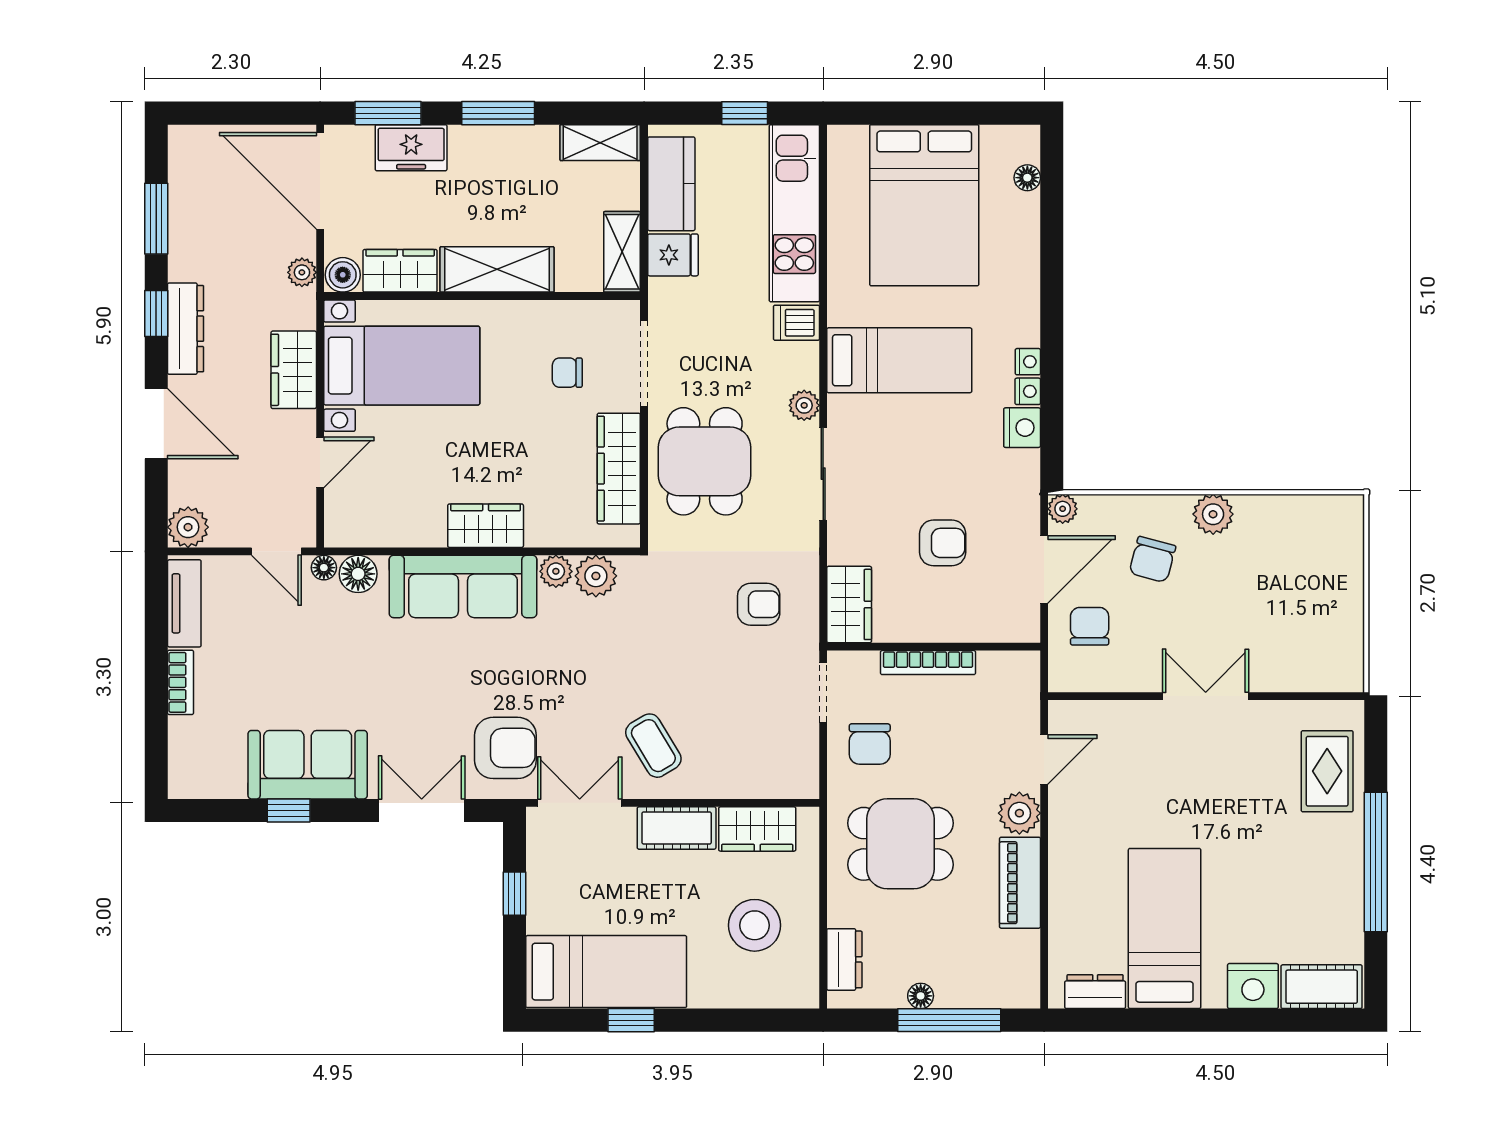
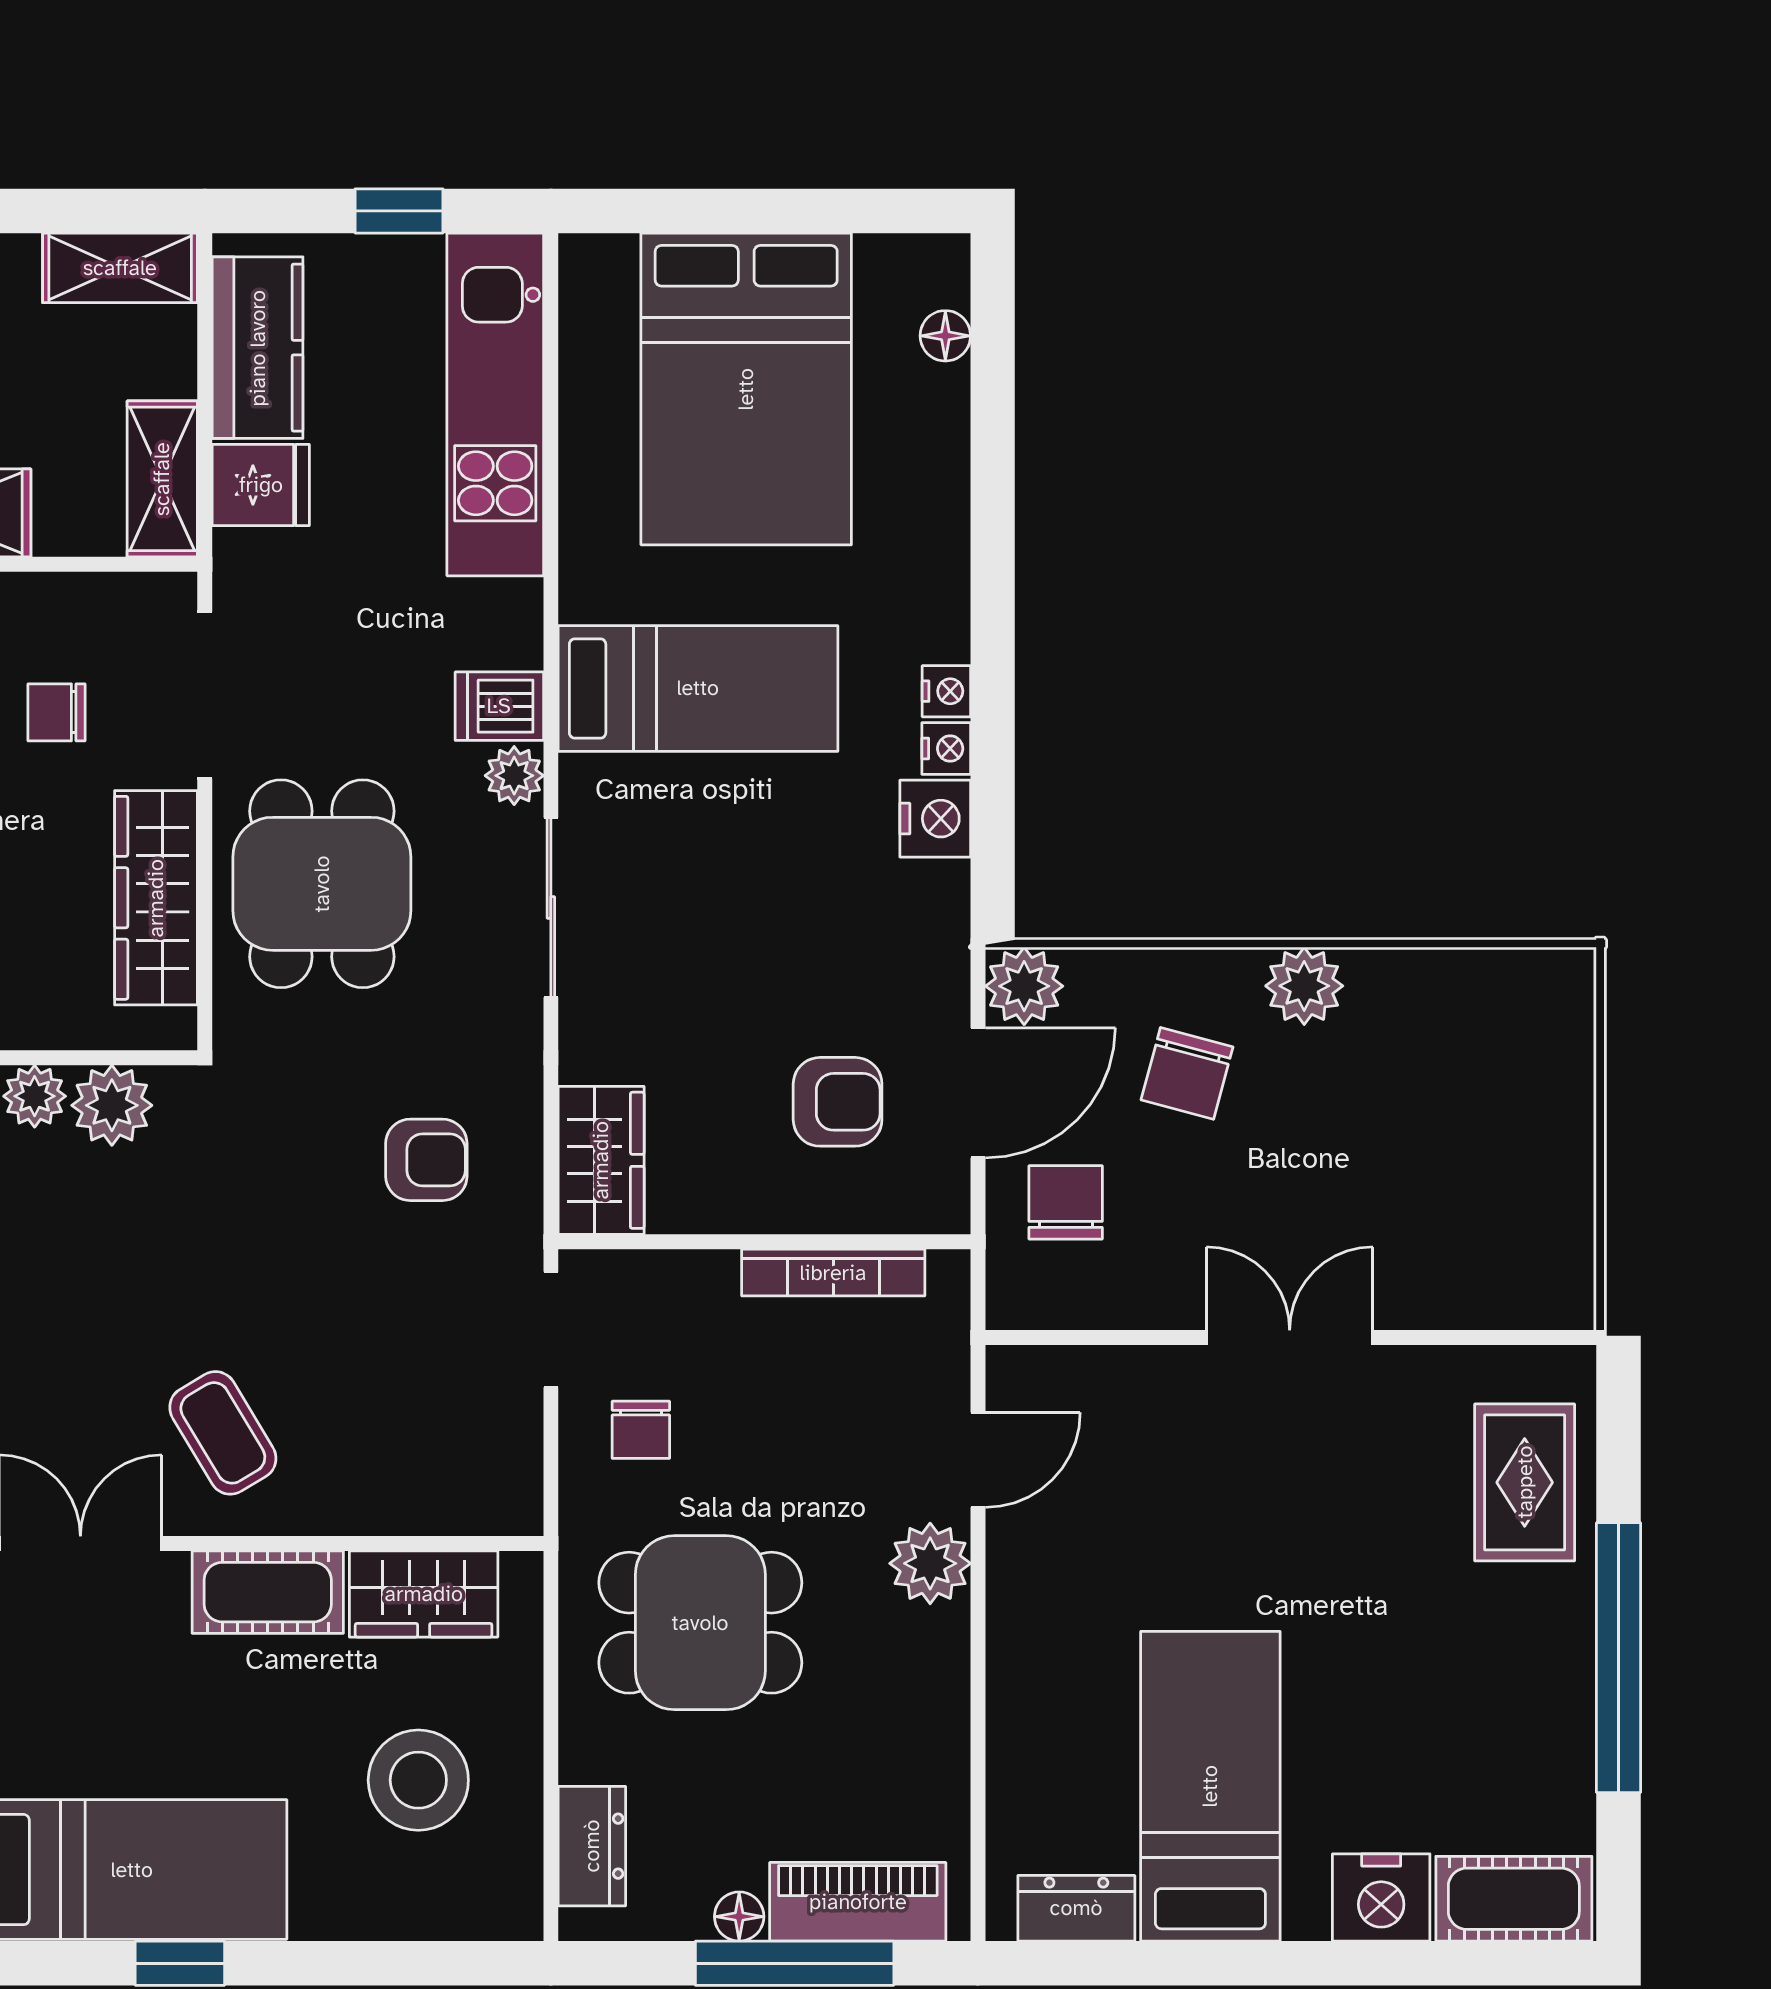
dishwasher: (796, 323) -> (499, 706), moved
plant: (1063, 509) -> (1024, 986), width x1.38, depth x1.38
armchair: (943, 543) -> (838, 1102), moved
bookcase: (928, 663) -> (833, 1273), moved
chair: (870, 744) -> (641, 1430), width x0.73, depth x0.73
piano: (1020, 883) -> (858, 1902), moved, turned 90

